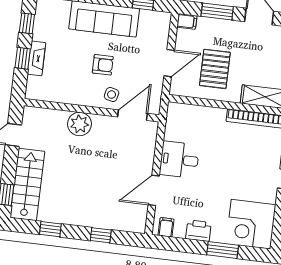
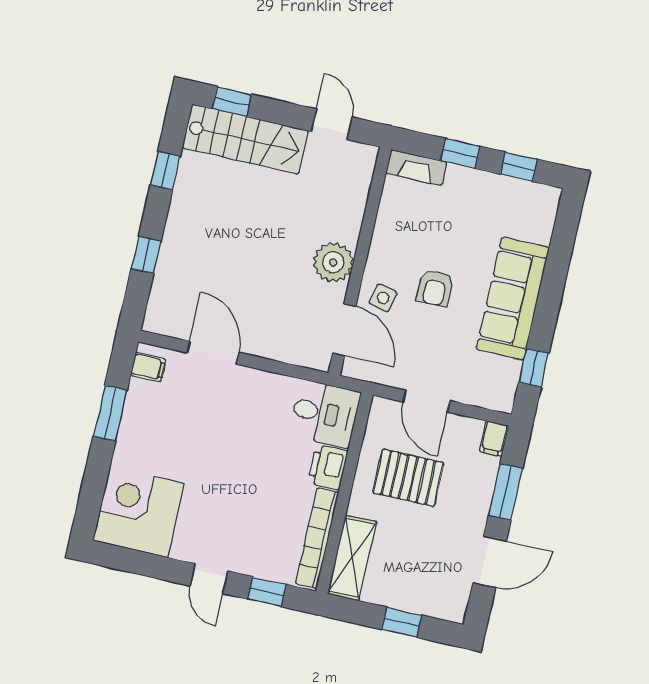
fireplace: (37, 58) -> (416, 168), moved
plant: (79, 124) -> (333, 262), moved
desk: (179, 160) -> (325, 414), moved, turned 90
printer: (198, 231) -> (328, 467), moved, turned 180
window: (223, 250) -> (110, 413), moved

